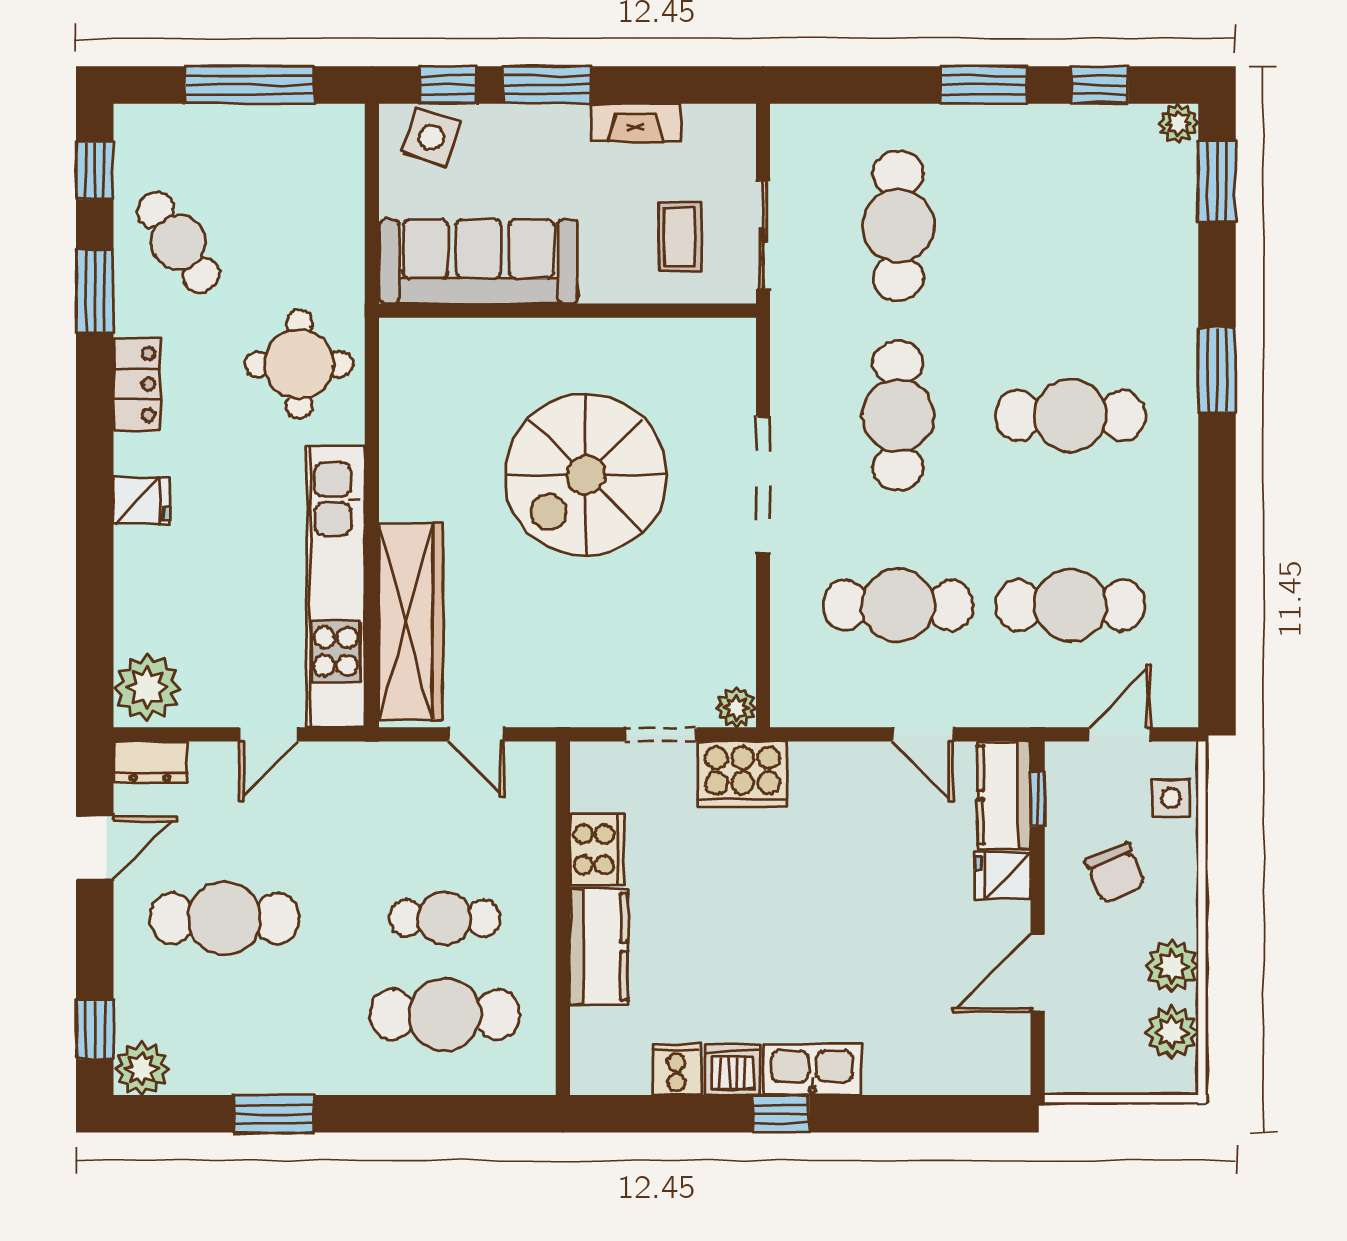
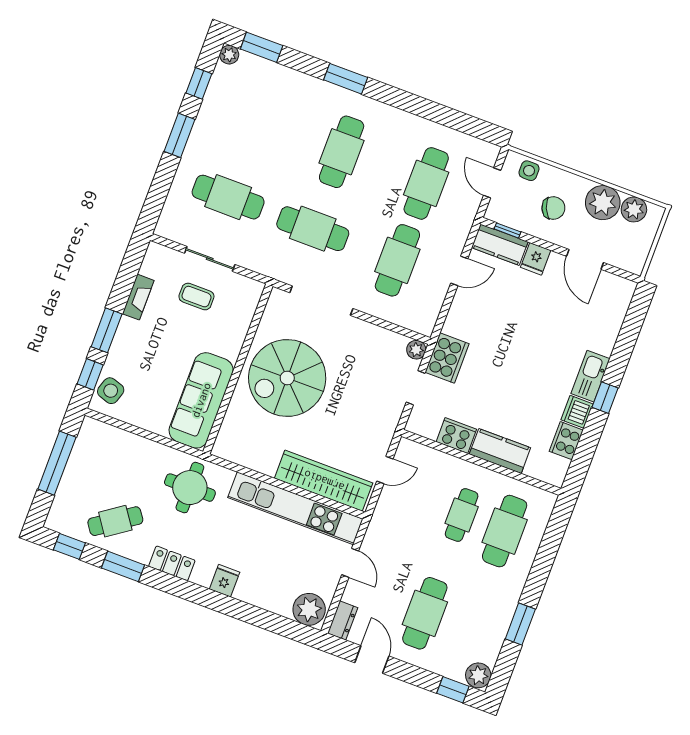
sofa: (479, 262) -> (201, 400), moved
wall: (567, 311) -> (238, 369), moved
spiral stairs: (586, 475) -> (287, 378), turned 90
plant: (1172, 966) -> (603, 203), width x1.36, depth x1.36
cooker: (677, 1069) -> (566, 441), width x1.36

